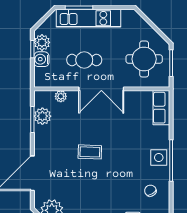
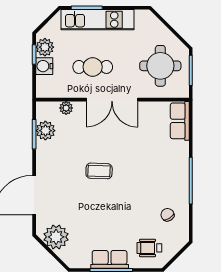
side table: (159, 158) -> (177, 177), removed

